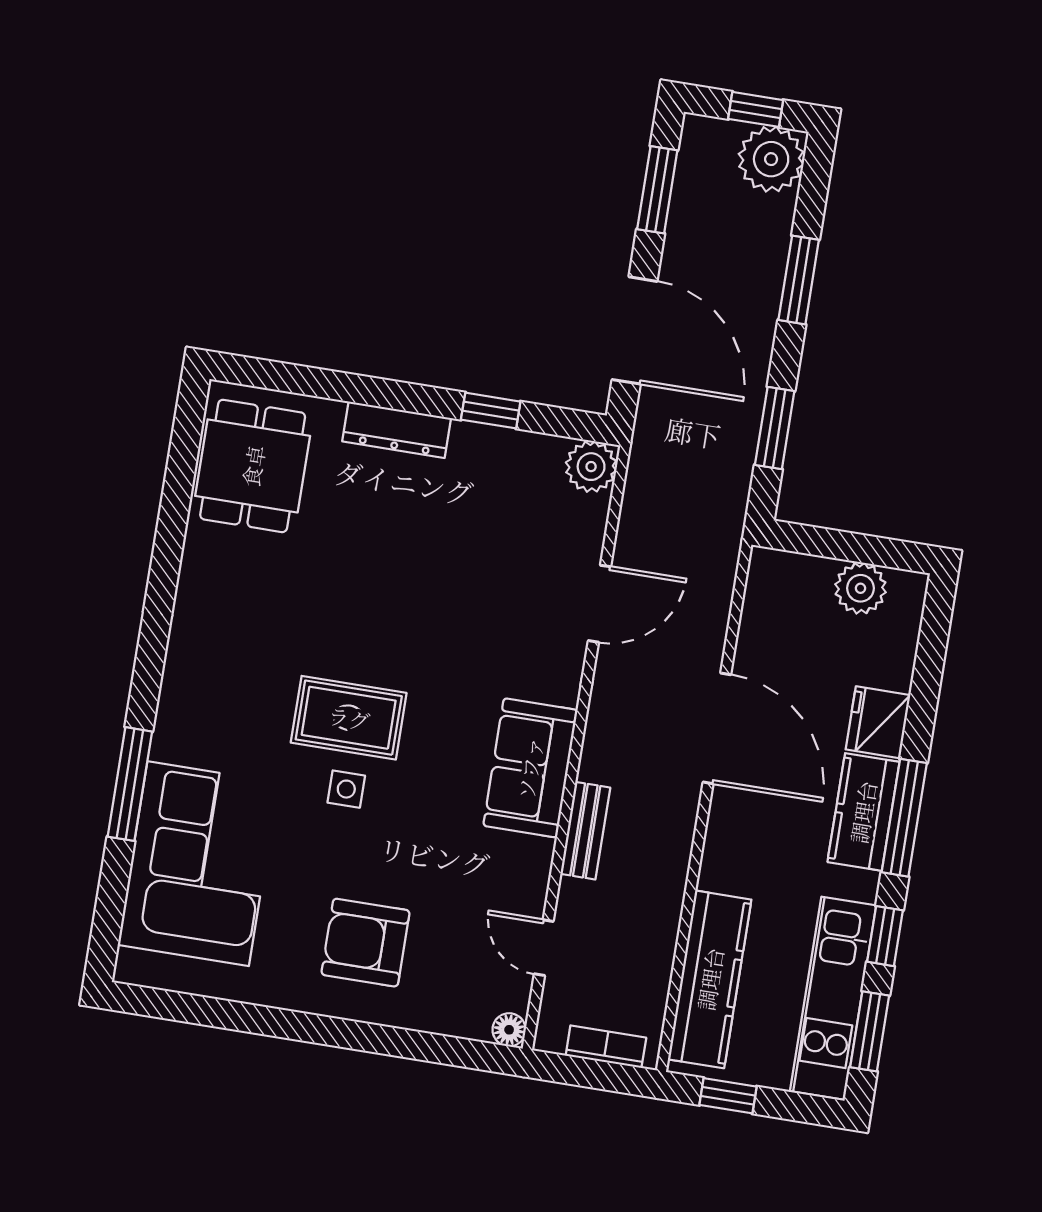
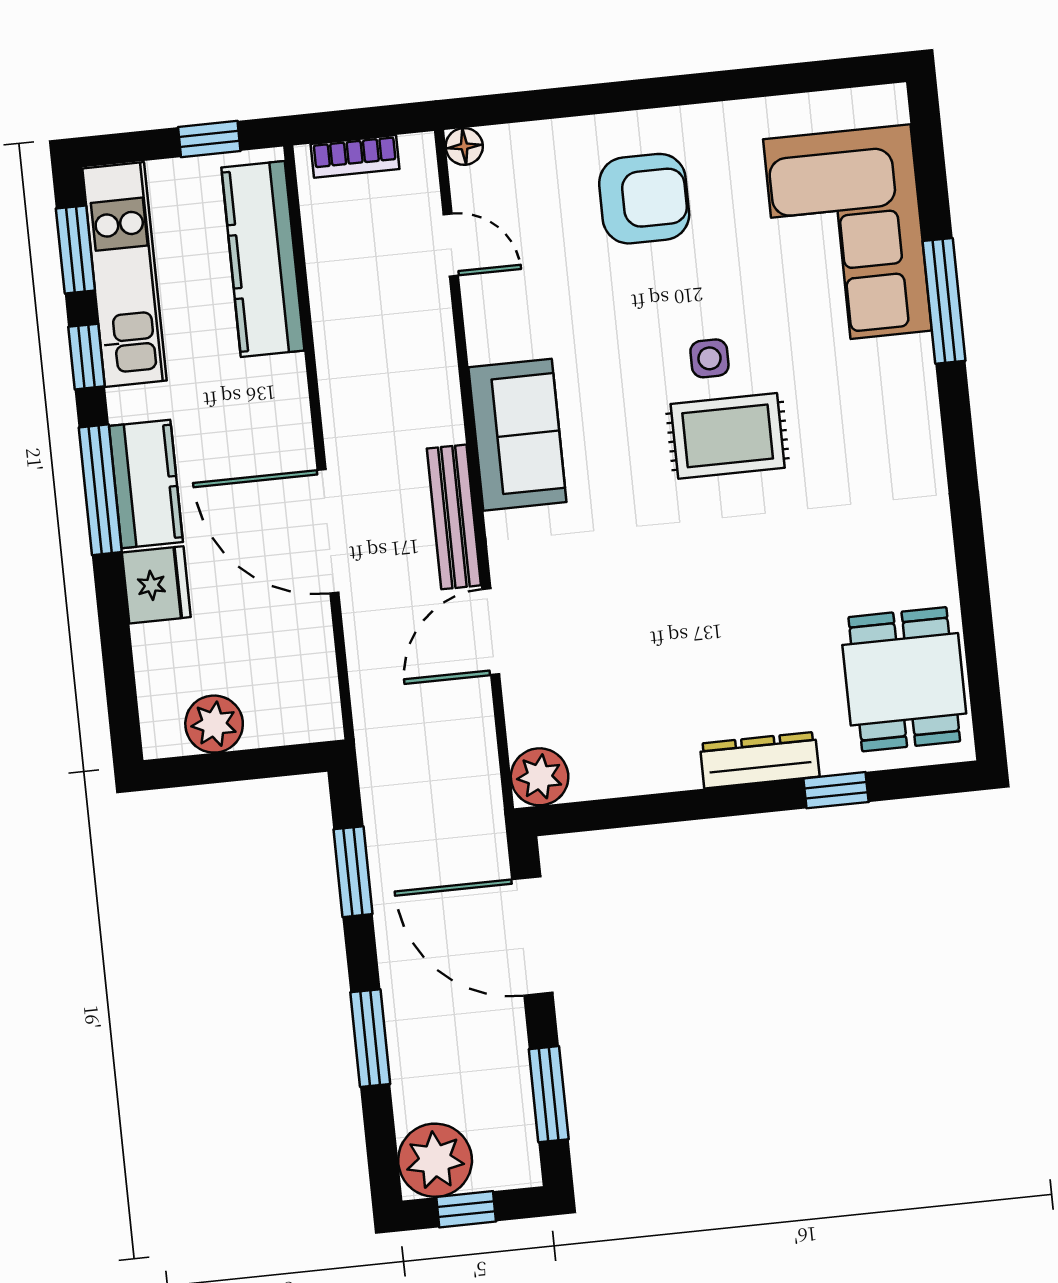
window: (491, 411) -> (836, 790), moved
bench: (585, 831) -> (454, 517), moved, width x1.36

